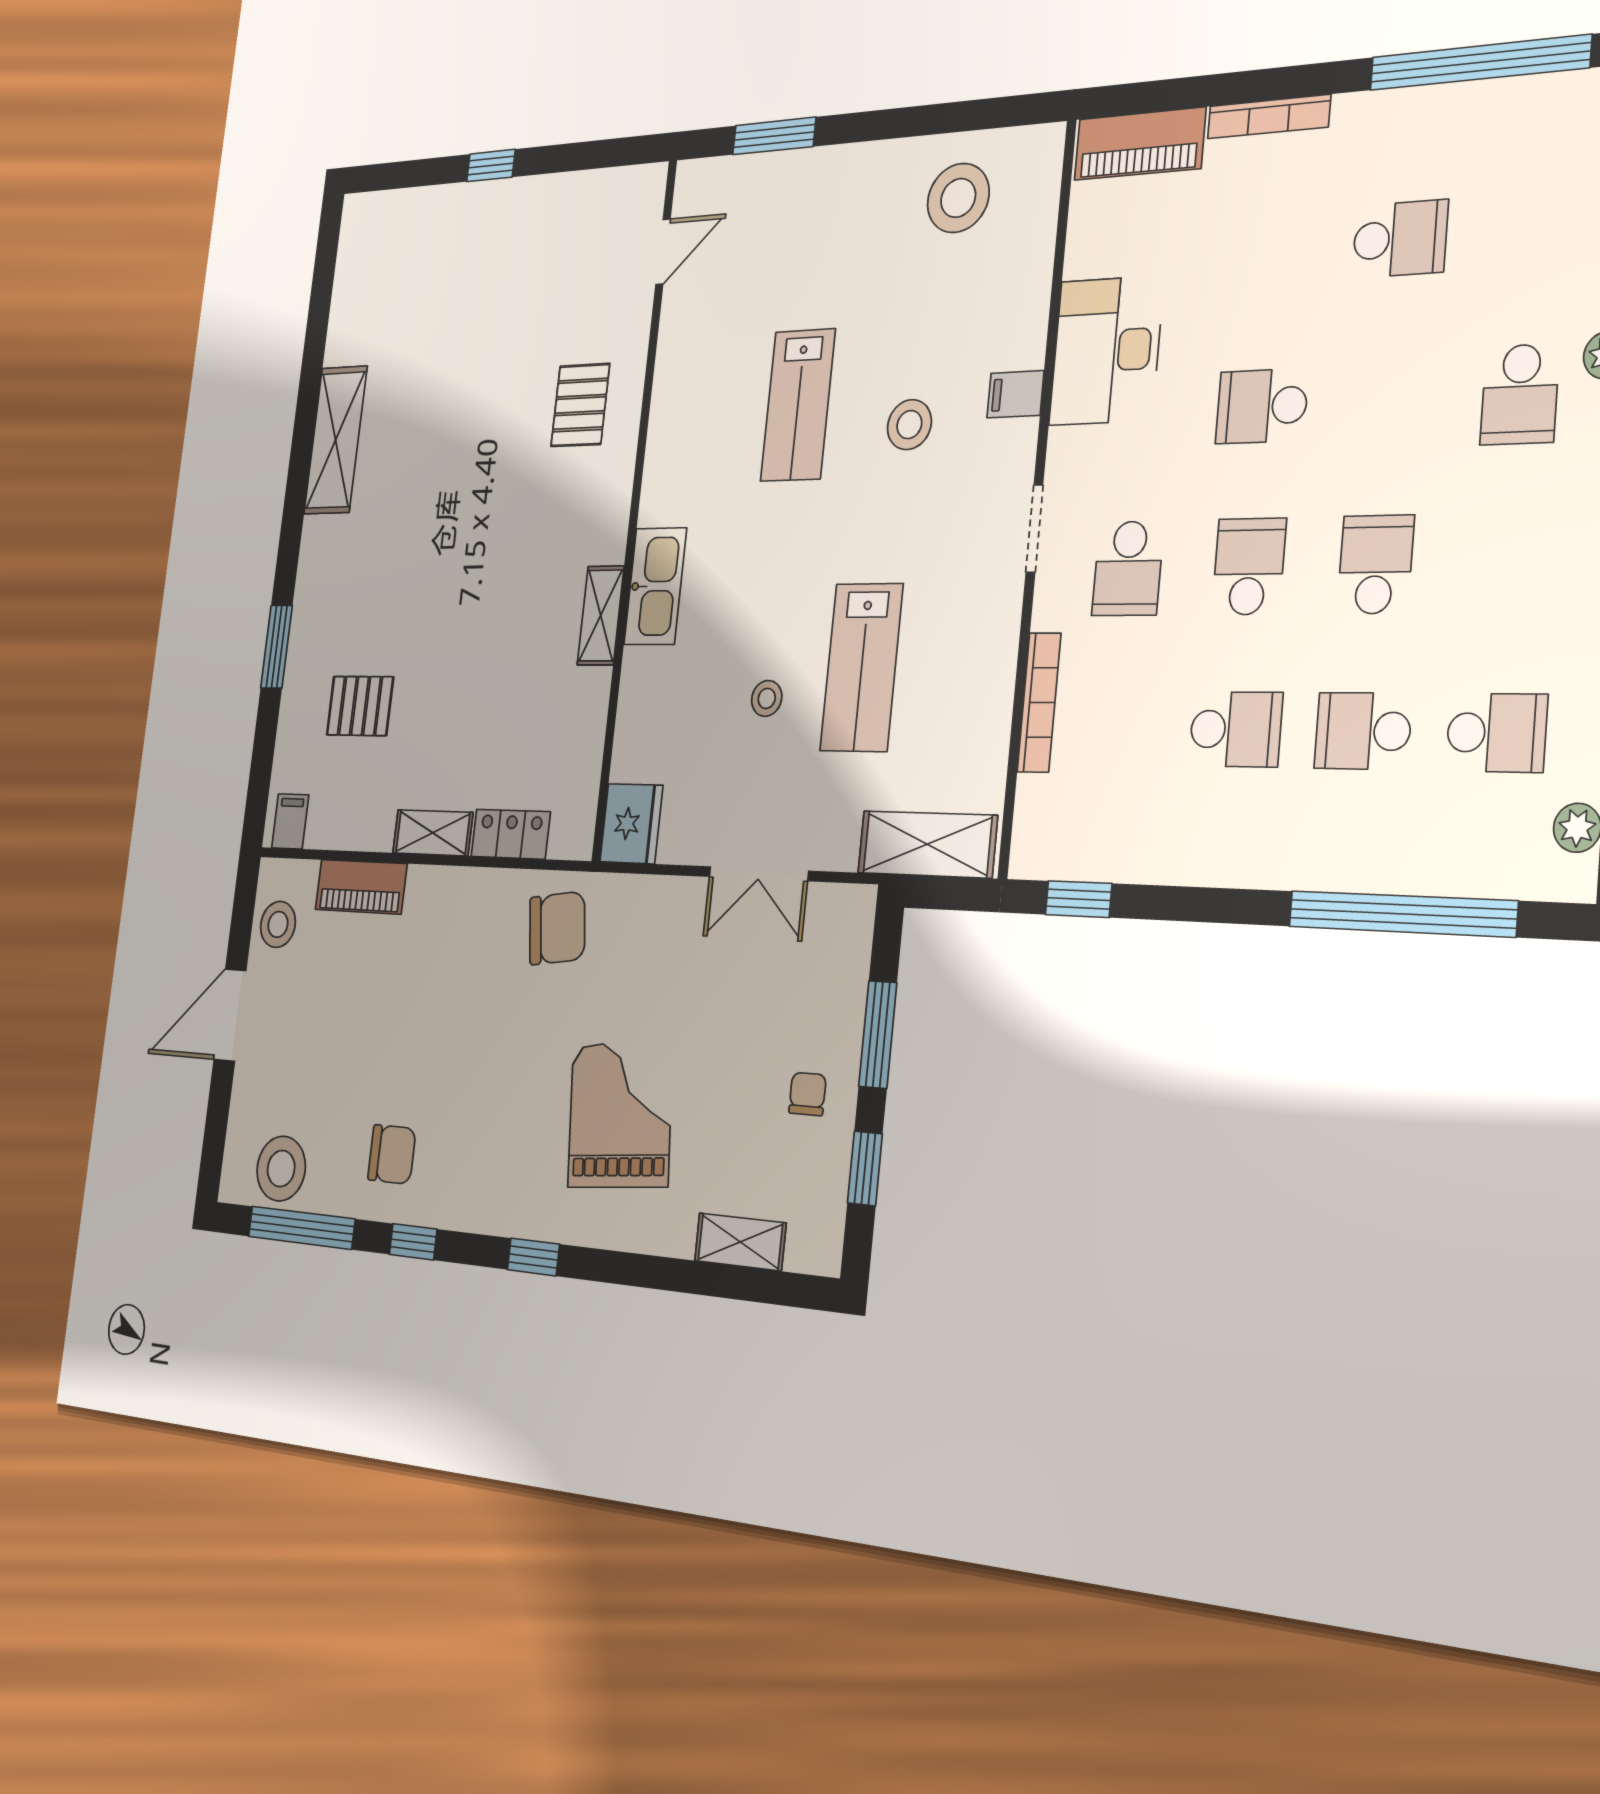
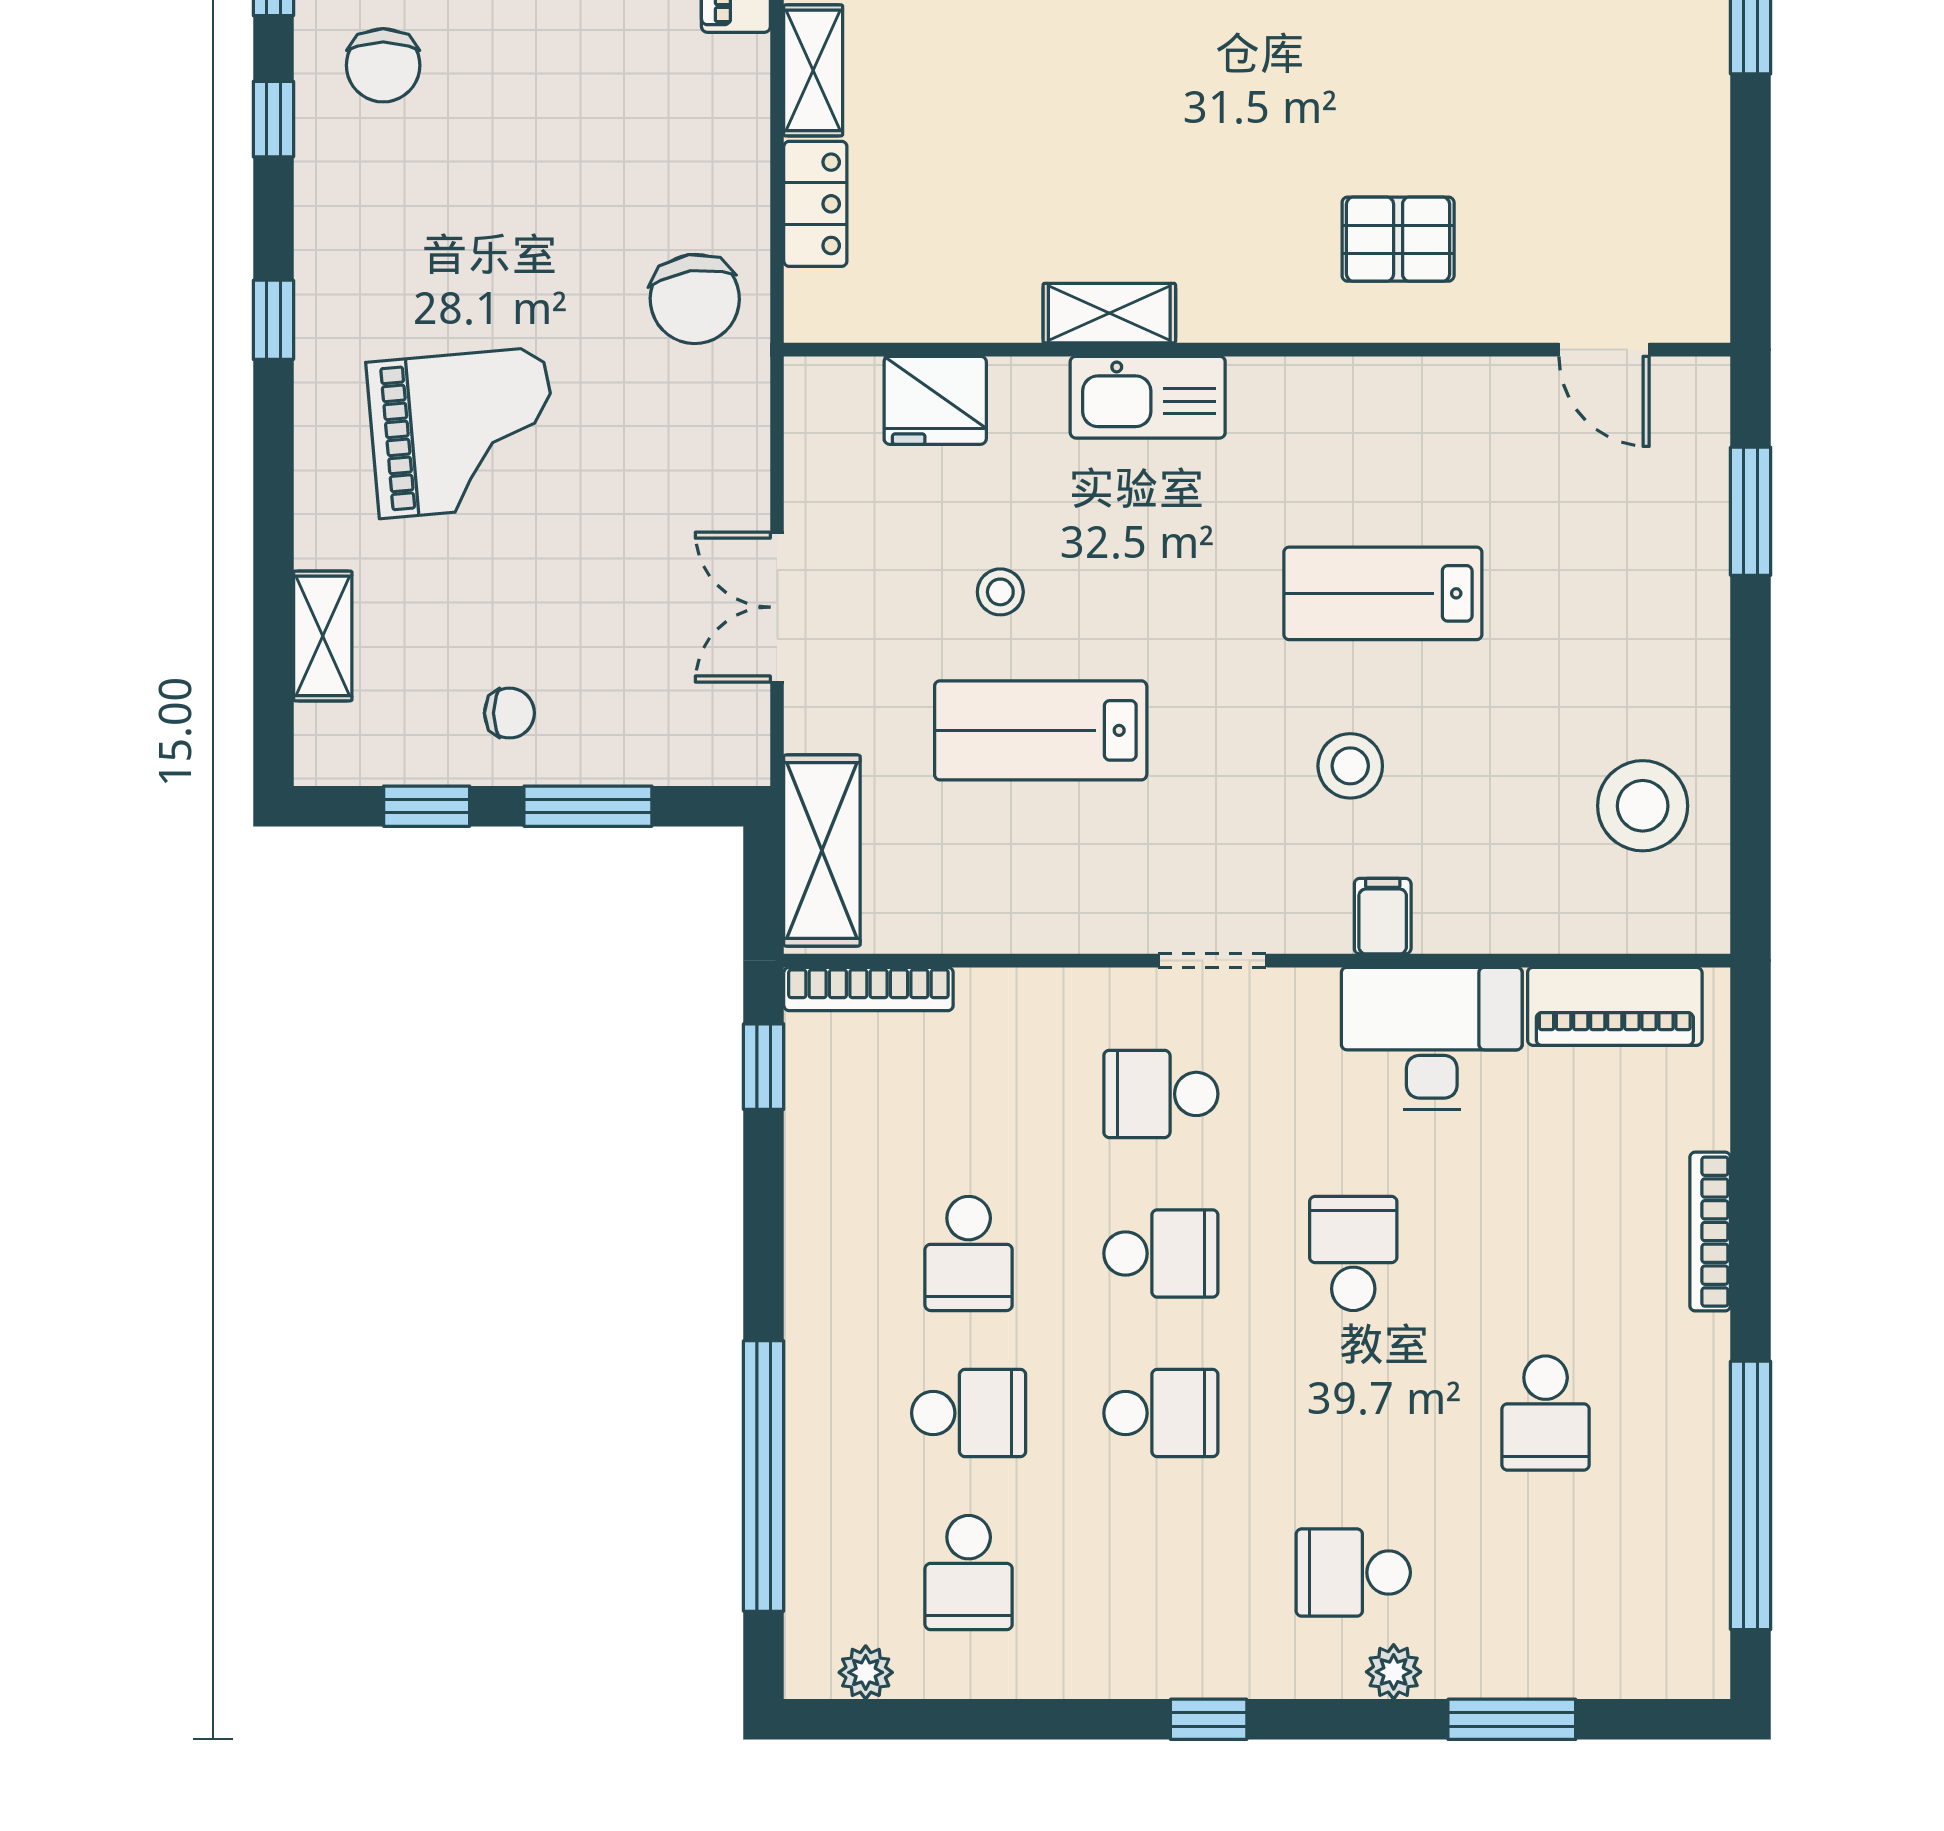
piano: (1140, 144) -> (1615, 1006), moved, turned -90
bookcase: (1039, 702) -> (868, 989), moved
school desk: (1363, 731) -> (969, 1413), turned 90
fridge: (631, 824) -> (935, 400), moved

